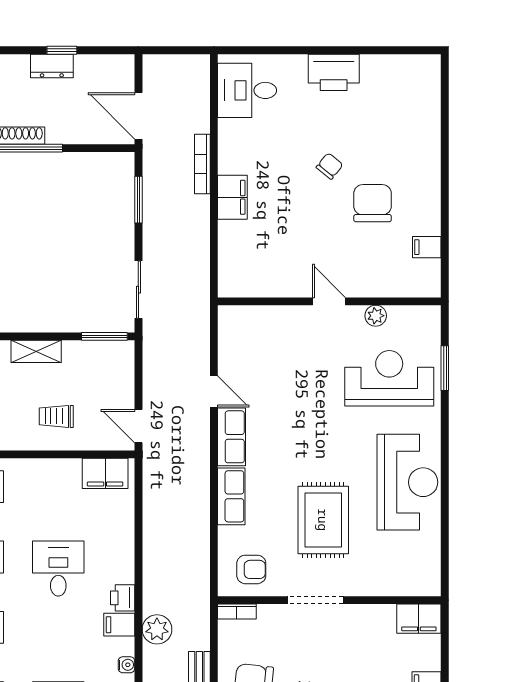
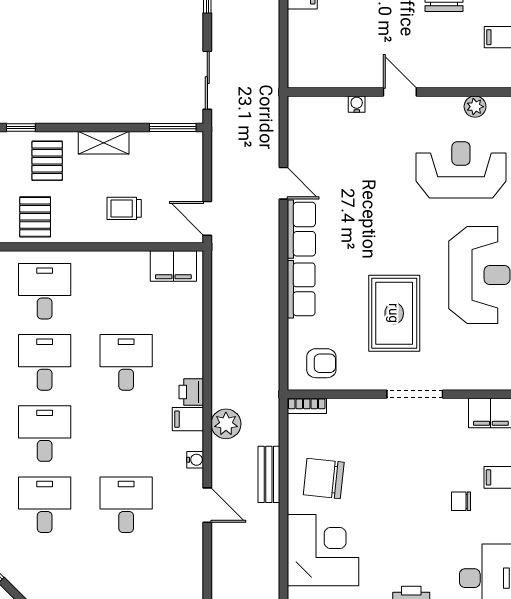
water cooler: (286, 313) -> (357, 104), added
plant: (376, 316) -> (475, 107), moved
doorway: (315, 600) -> (415, 394), moved

